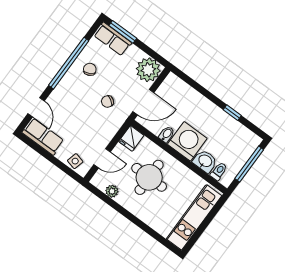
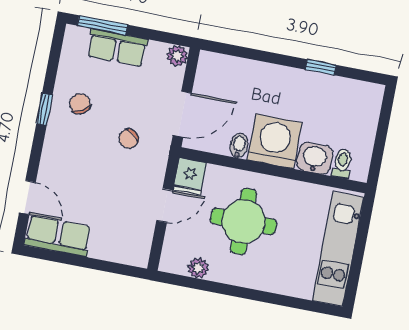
row of seats: (113, 39) -> (117, 48), moved
window: (69, 63) -> (44, 109), width x0.32
plant: (148, 70) -> (177, 56), width x0.53, depth x0.53
door: (102, 158) -> (165, 205), moved
side table: (75, 161) -> (123, 249), removed
window: (249, 164) -> (382, 131), removed

